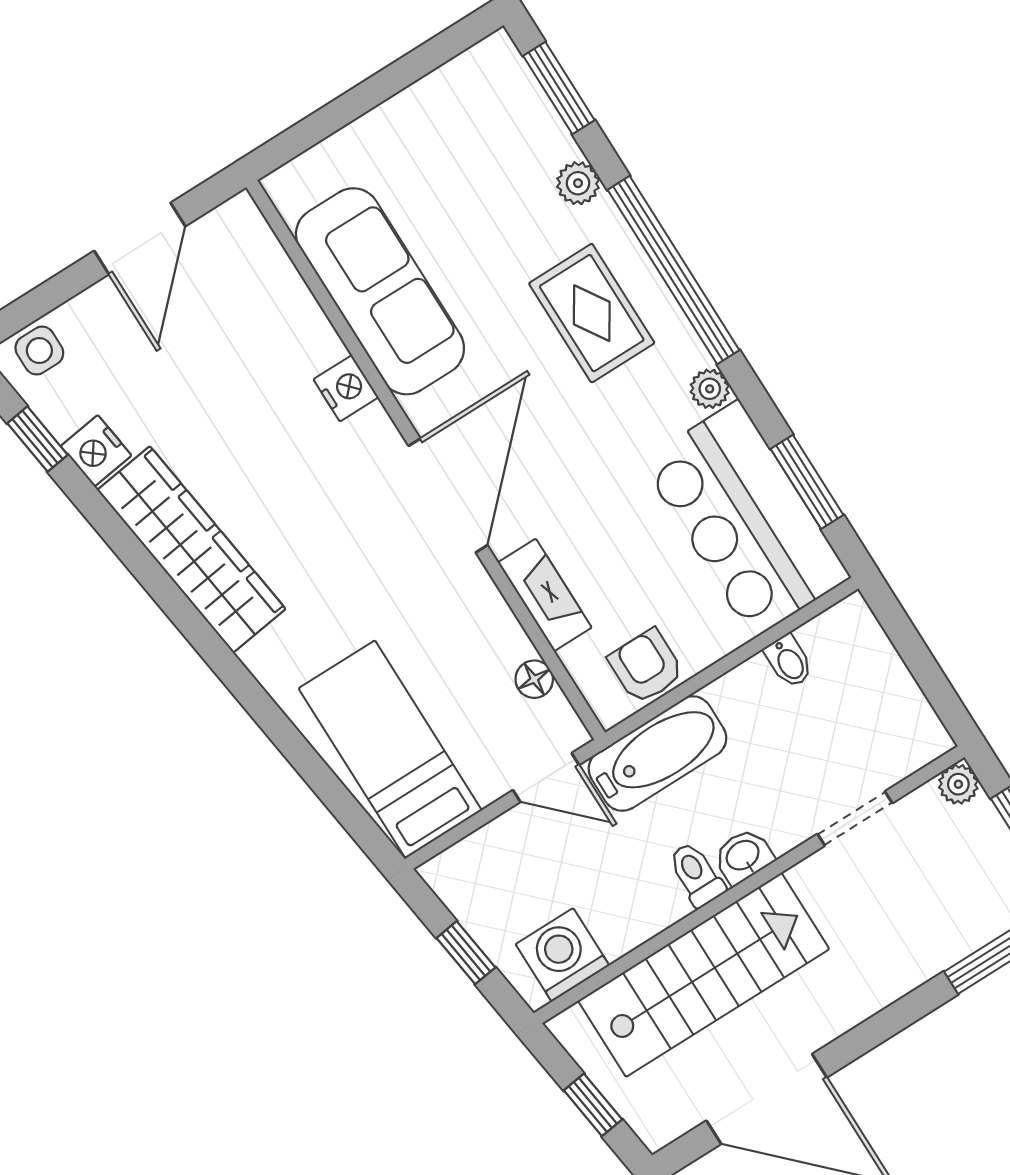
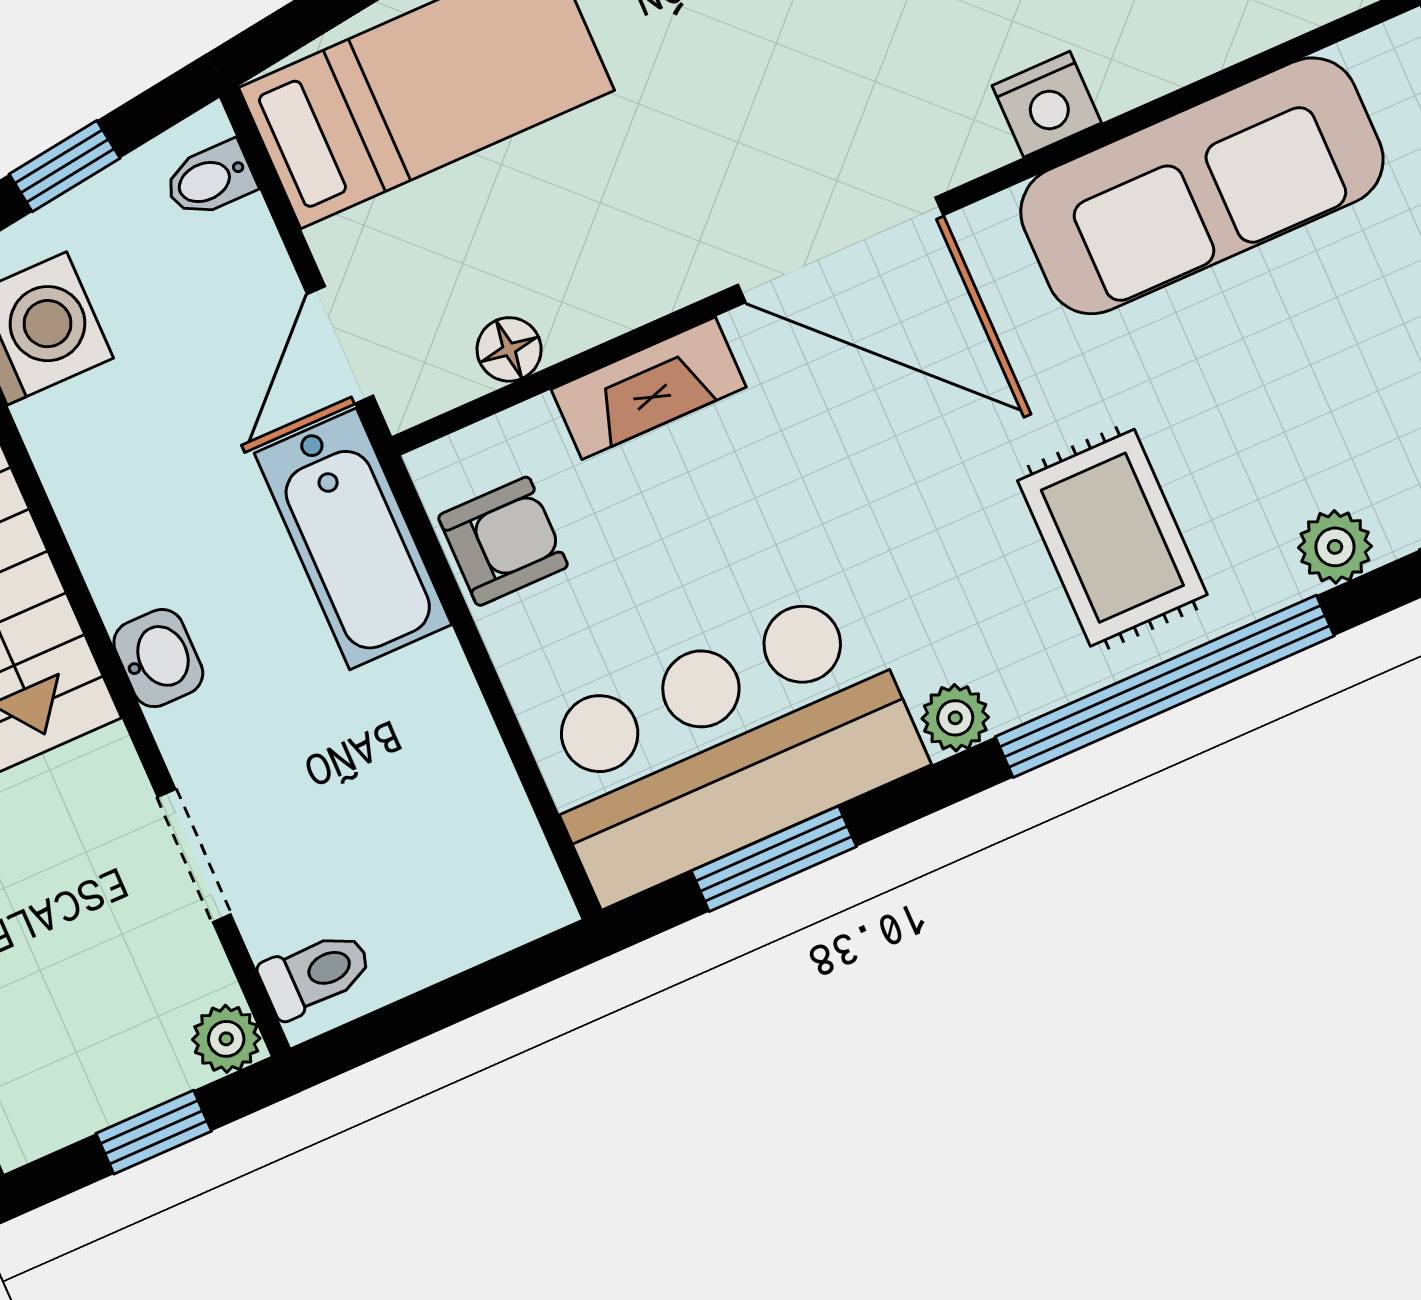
rug: (592, 313) -> (1112, 538), turned 90
bidet: (789, 661) -> (210, 180), moved
toilet: (696, 874) -> (316, 974), moved

